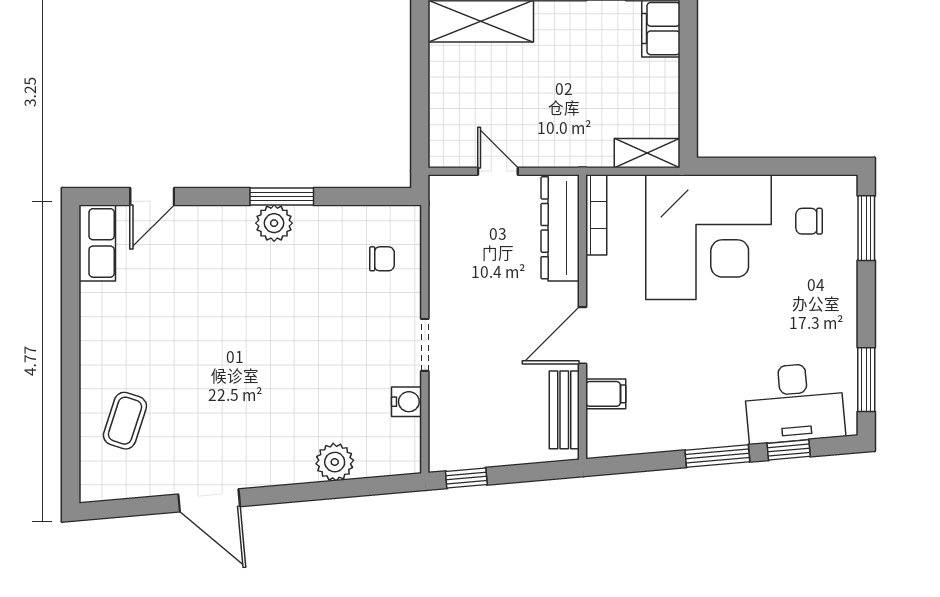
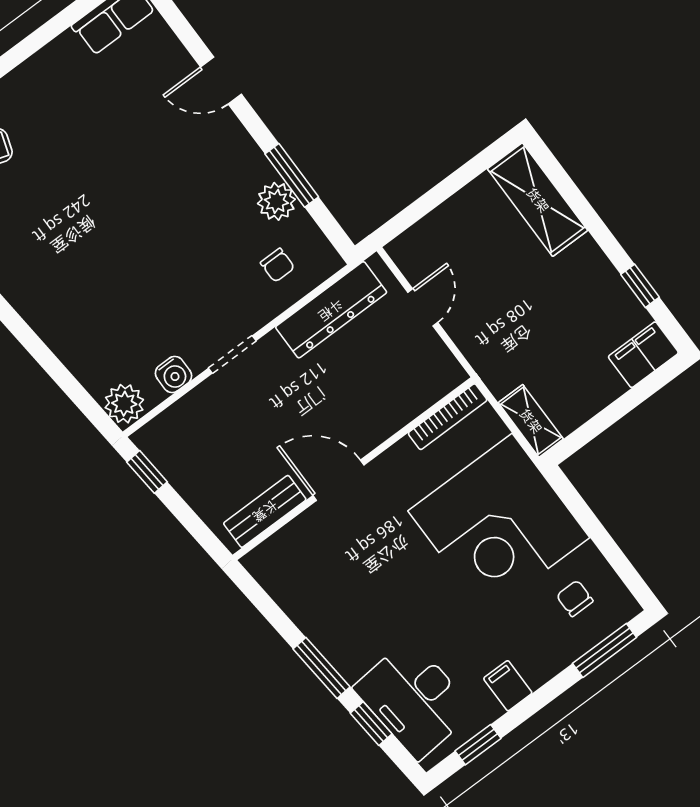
door: (152, 196) -> (221, 81), moved
window: (282, 196) -> (292, 175), moved
plant: (274, 223) -> (276, 201), moved
dresser: (560, 228) -> (331, 310), moved, turned 180
window: (866, 380) -> (478, 745), width x0.67
filing cabinet: (606, 394) -> (508, 686), moved, turned 180
plant: (335, 462) -> (124, 404), moved

